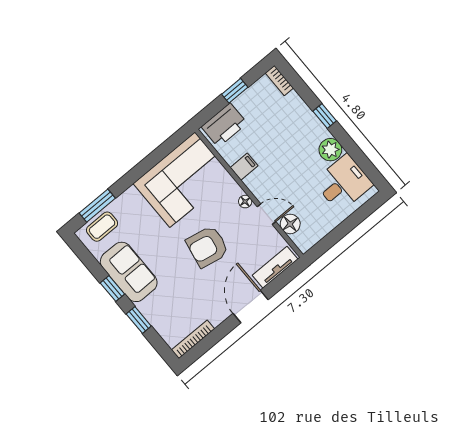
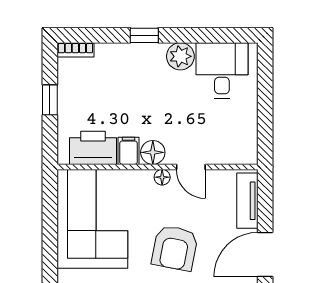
printer: (224, 125) -> (93, 148), moved, turned -90
door: (267, 214) -> (191, 167), swing flipped
floor lamp: (290, 224) -> (153, 152), moved
door: (251, 307) -> (265, 254), hinge flipped

